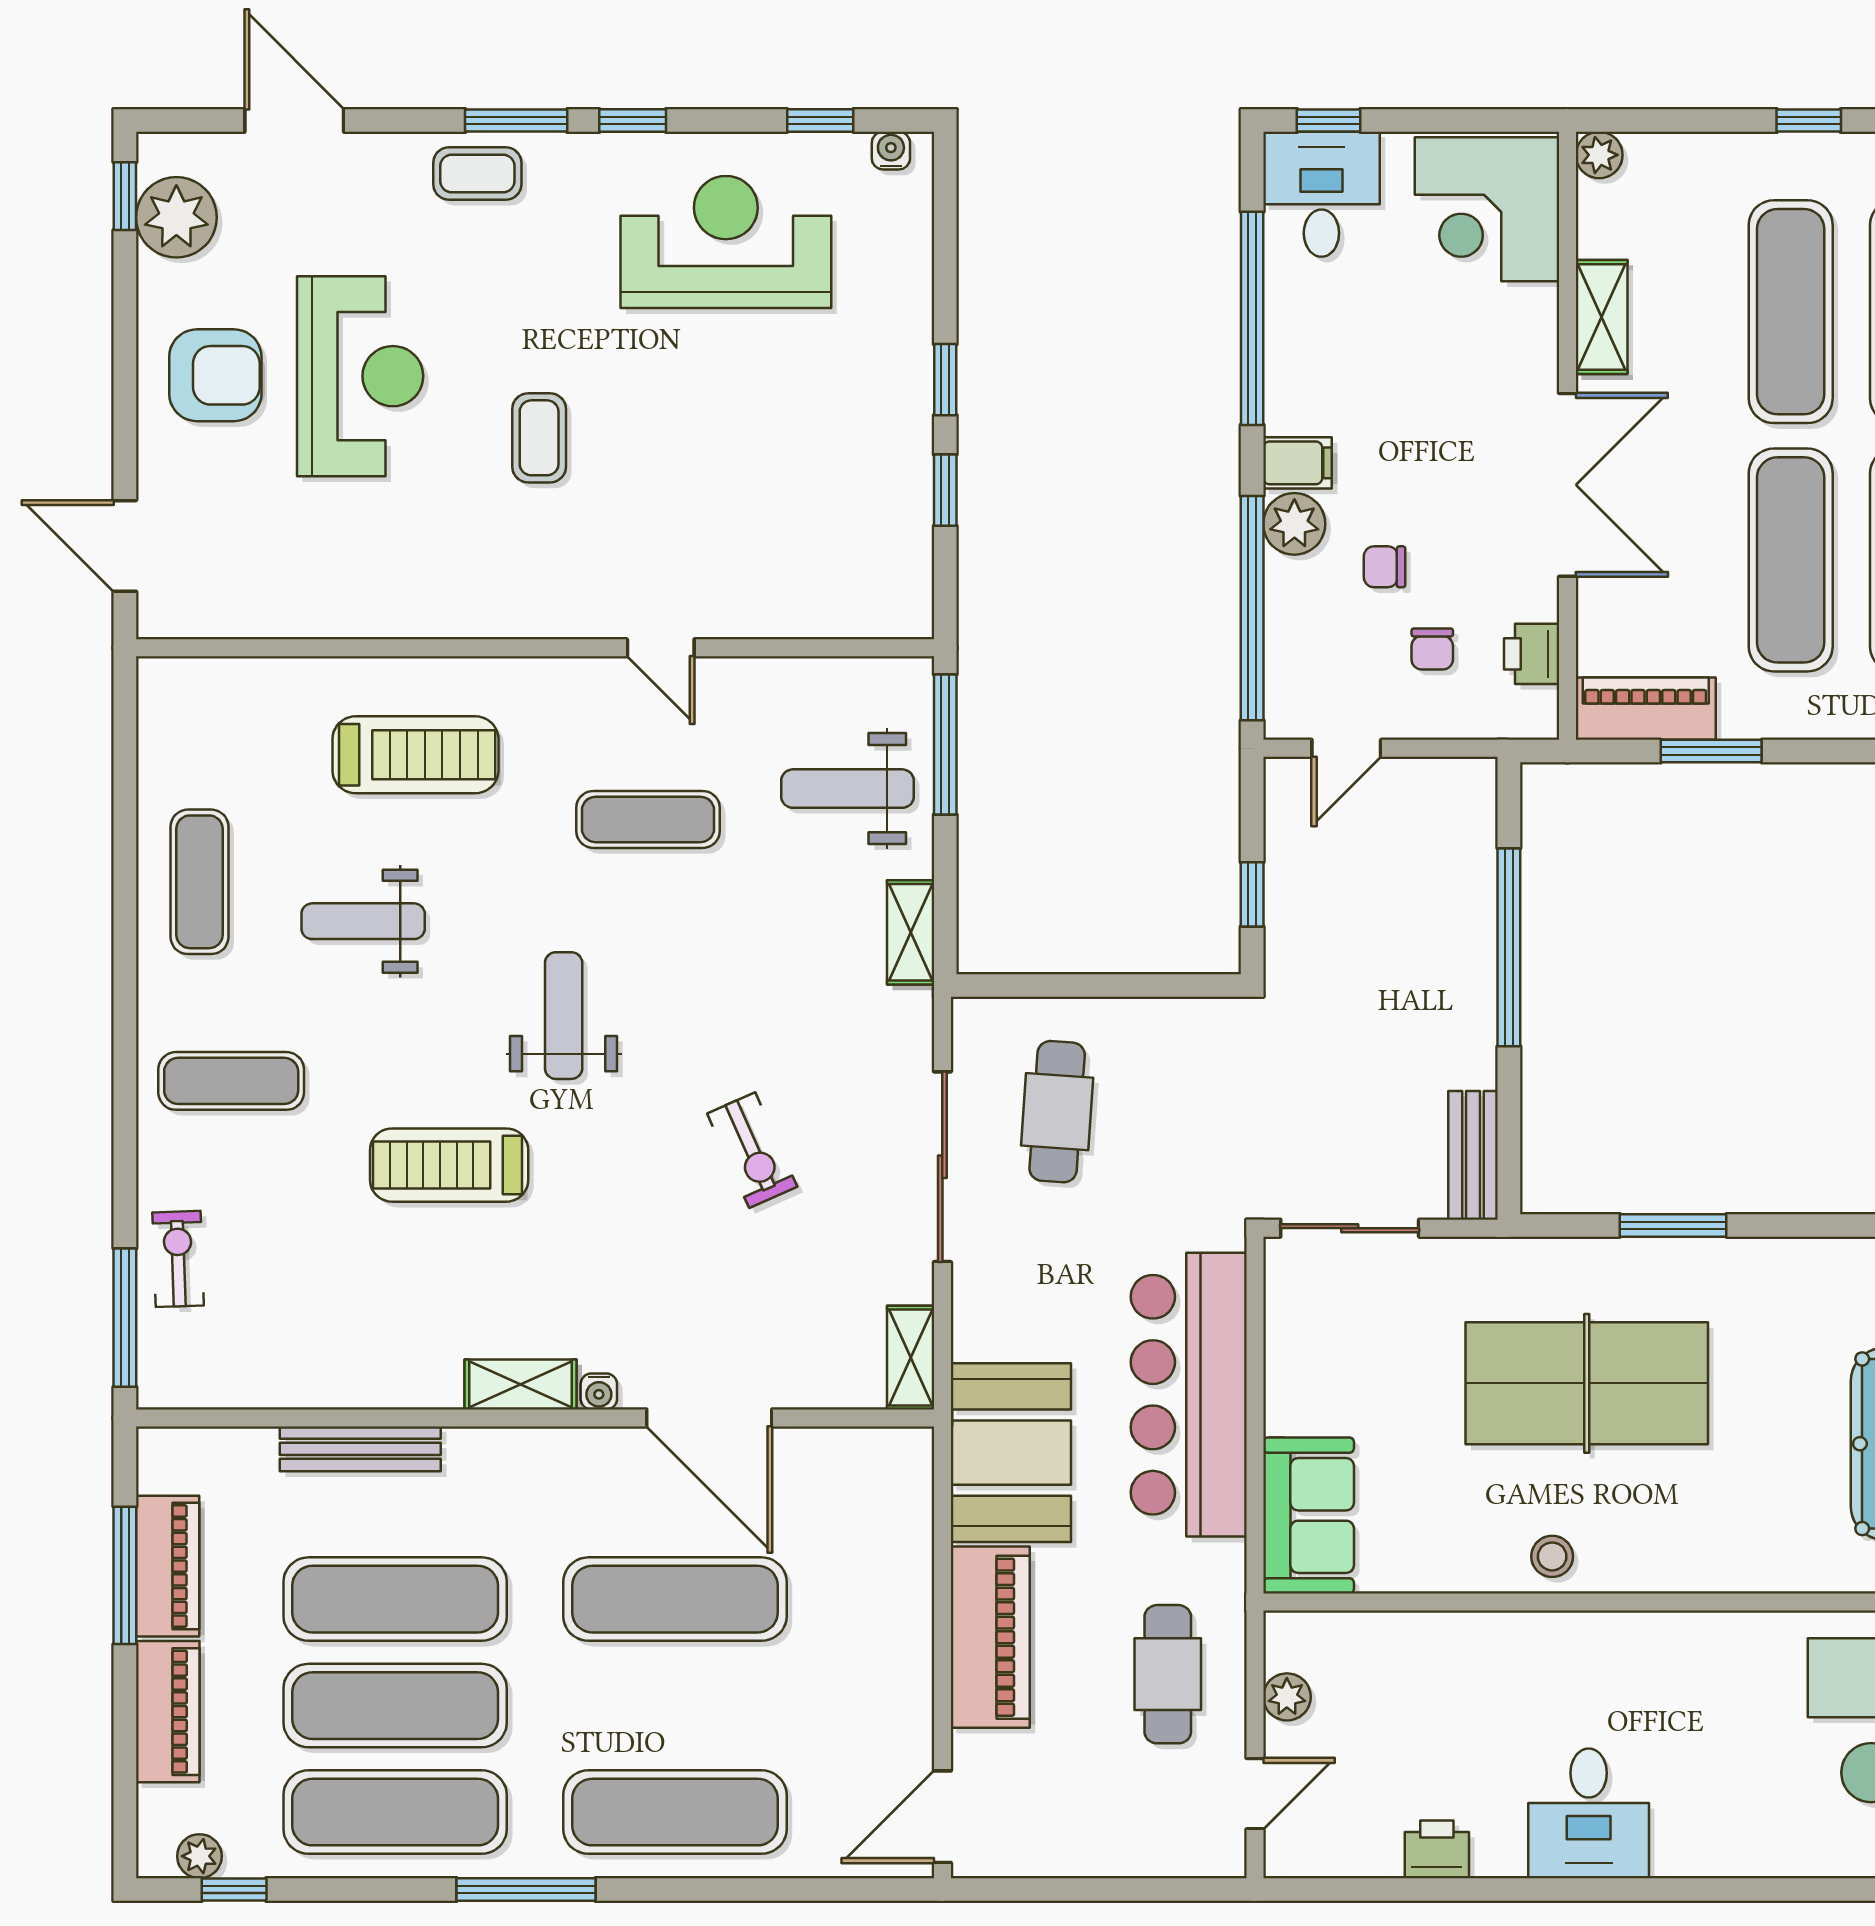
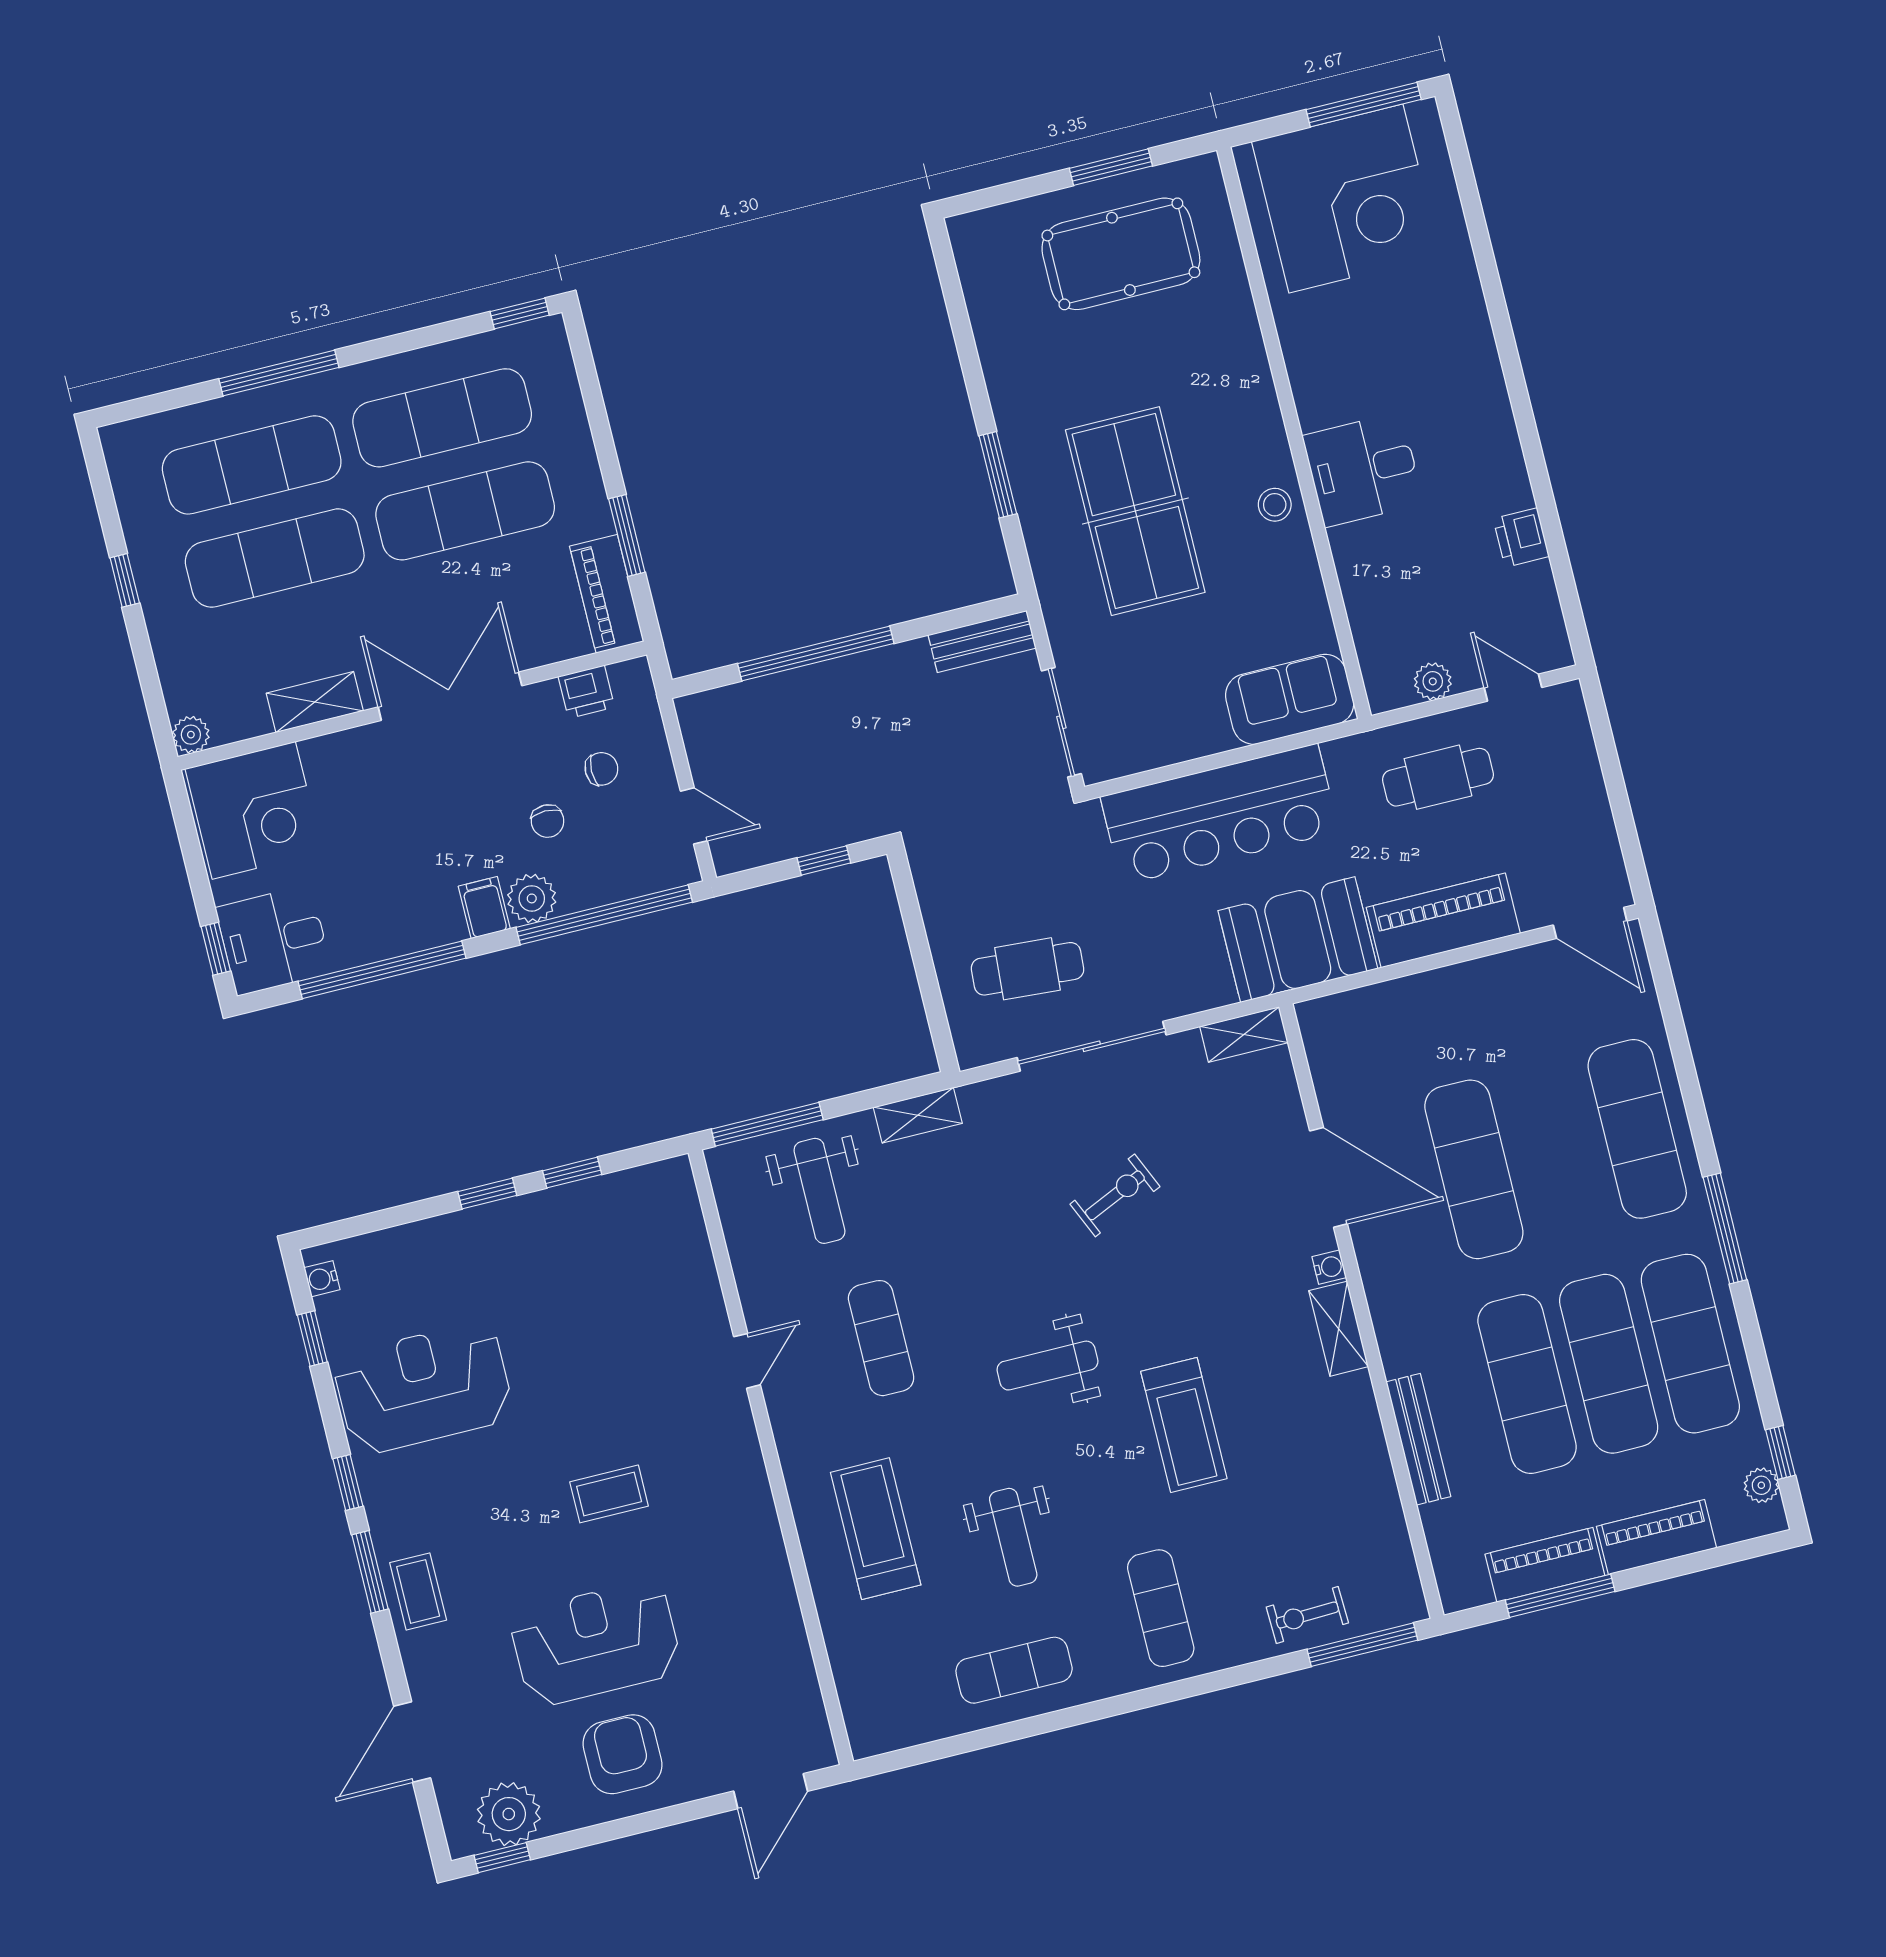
reception desk: (726, 242) -> (423, 1388), turned 90
door: (709, 1418) -> (1328, 1177), hinge flipped
desk: (1589, 1813) -> (1363, 470), moved, turned 180

